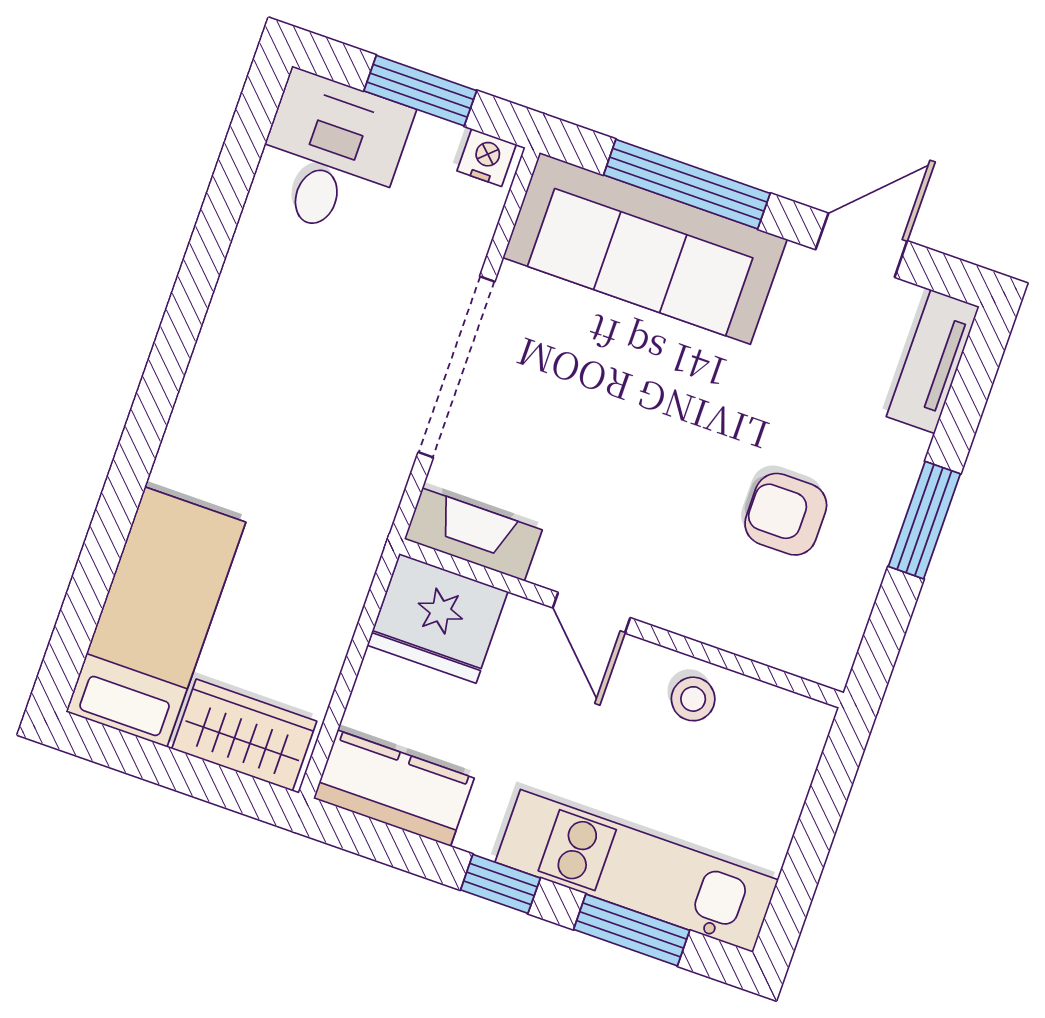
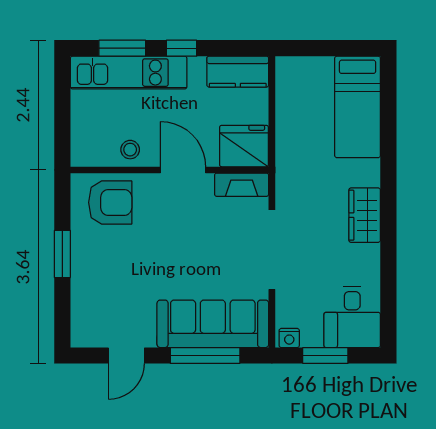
tv unit: (933, 362) -> (81, 319), removed
armchair: (786, 514) -> (110, 202), moved, width x1.38, depth x1.38
door: (592, 613) -> (183, 170), width x1.37
wardrobe: (244, 735) -> (365, 215), moved, turned 90

